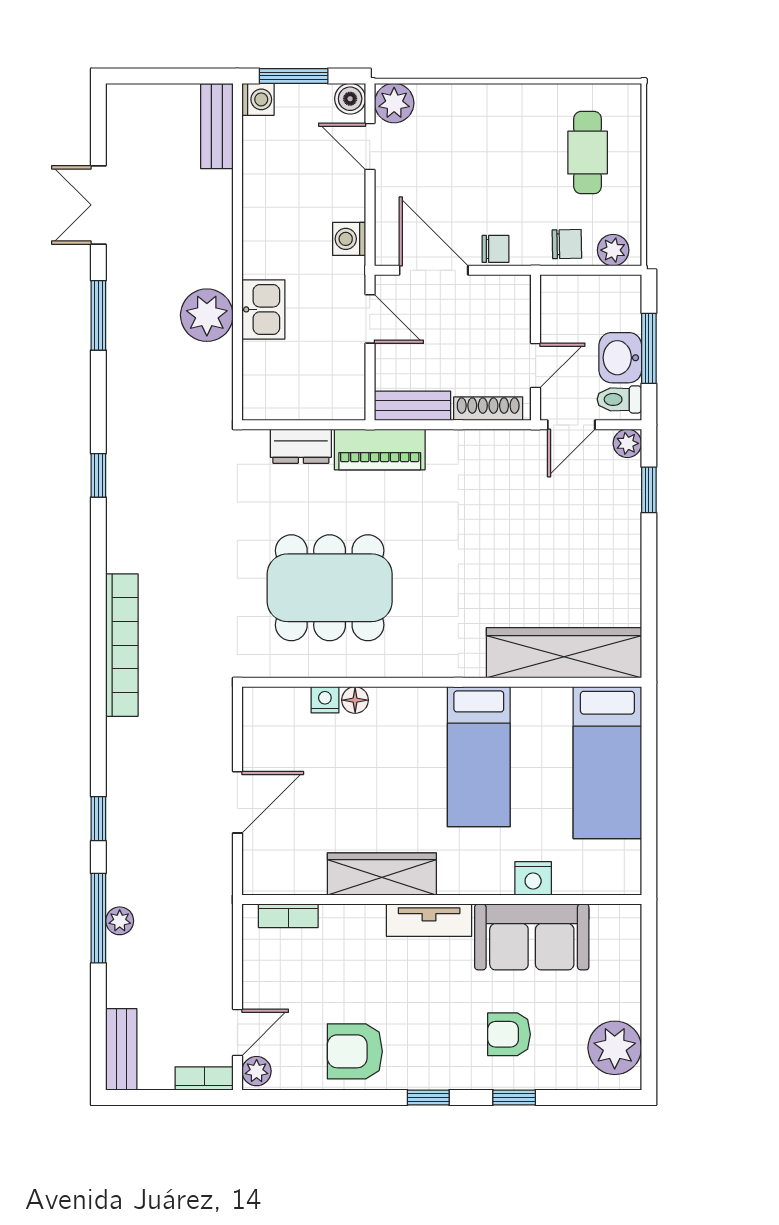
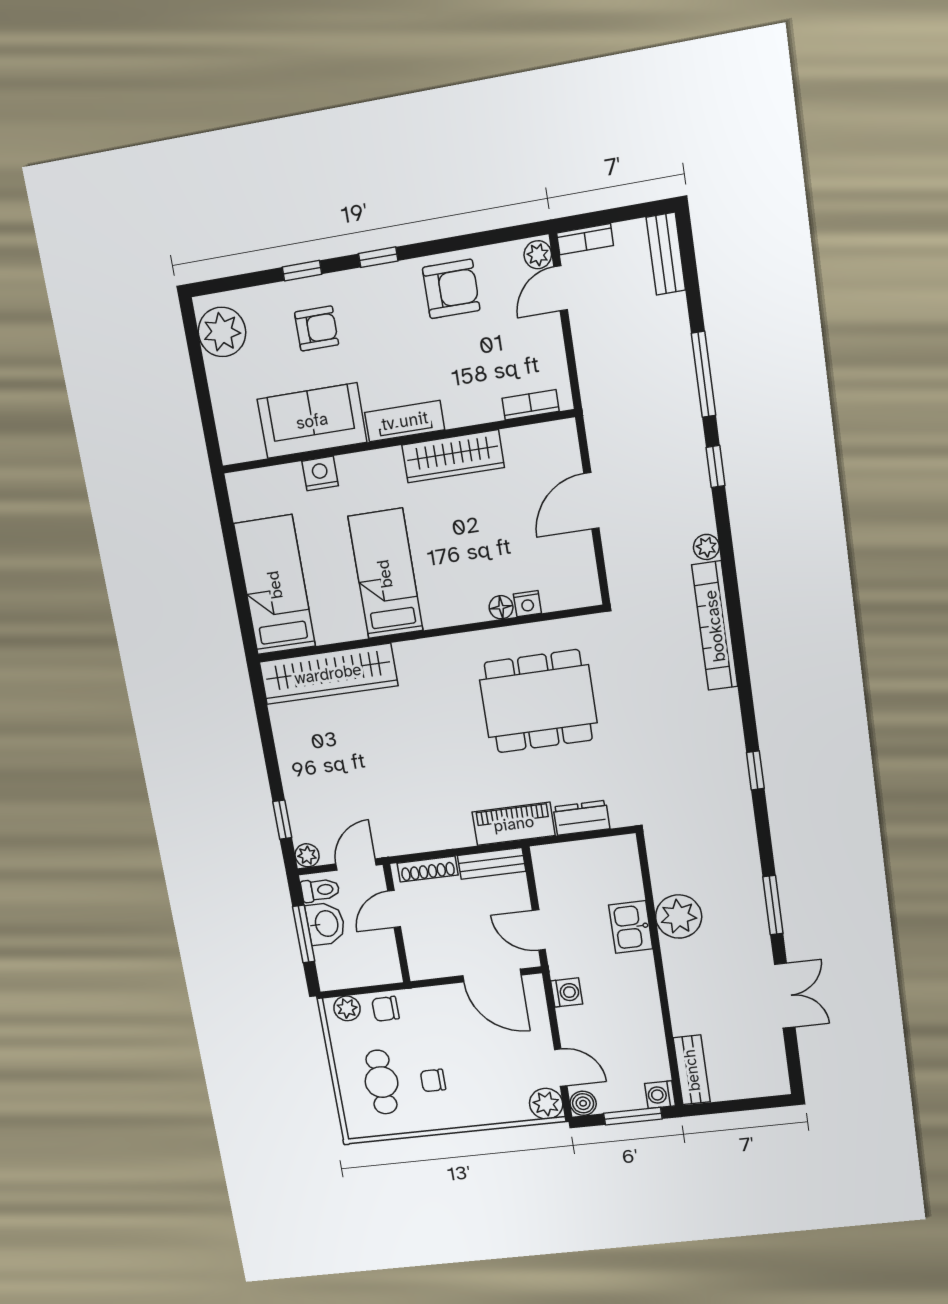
chair: (495, 249) -> (433, 1080), moved
plant: (120, 921) -> (706, 547), moved

